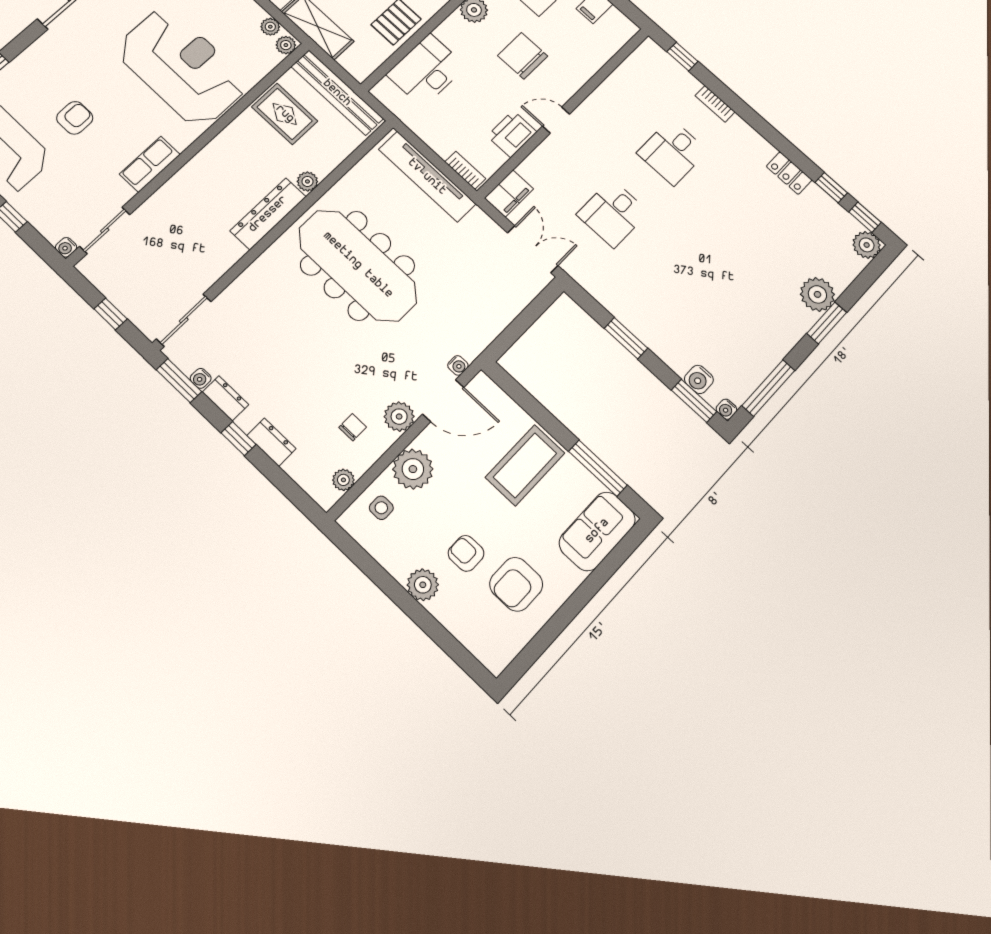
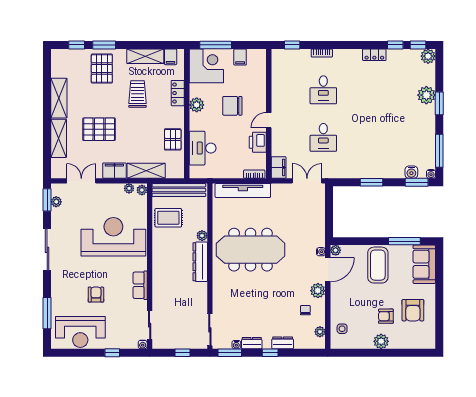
plant: (413, 469) -> (336, 250), moved, width x0.53, depth x0.53

